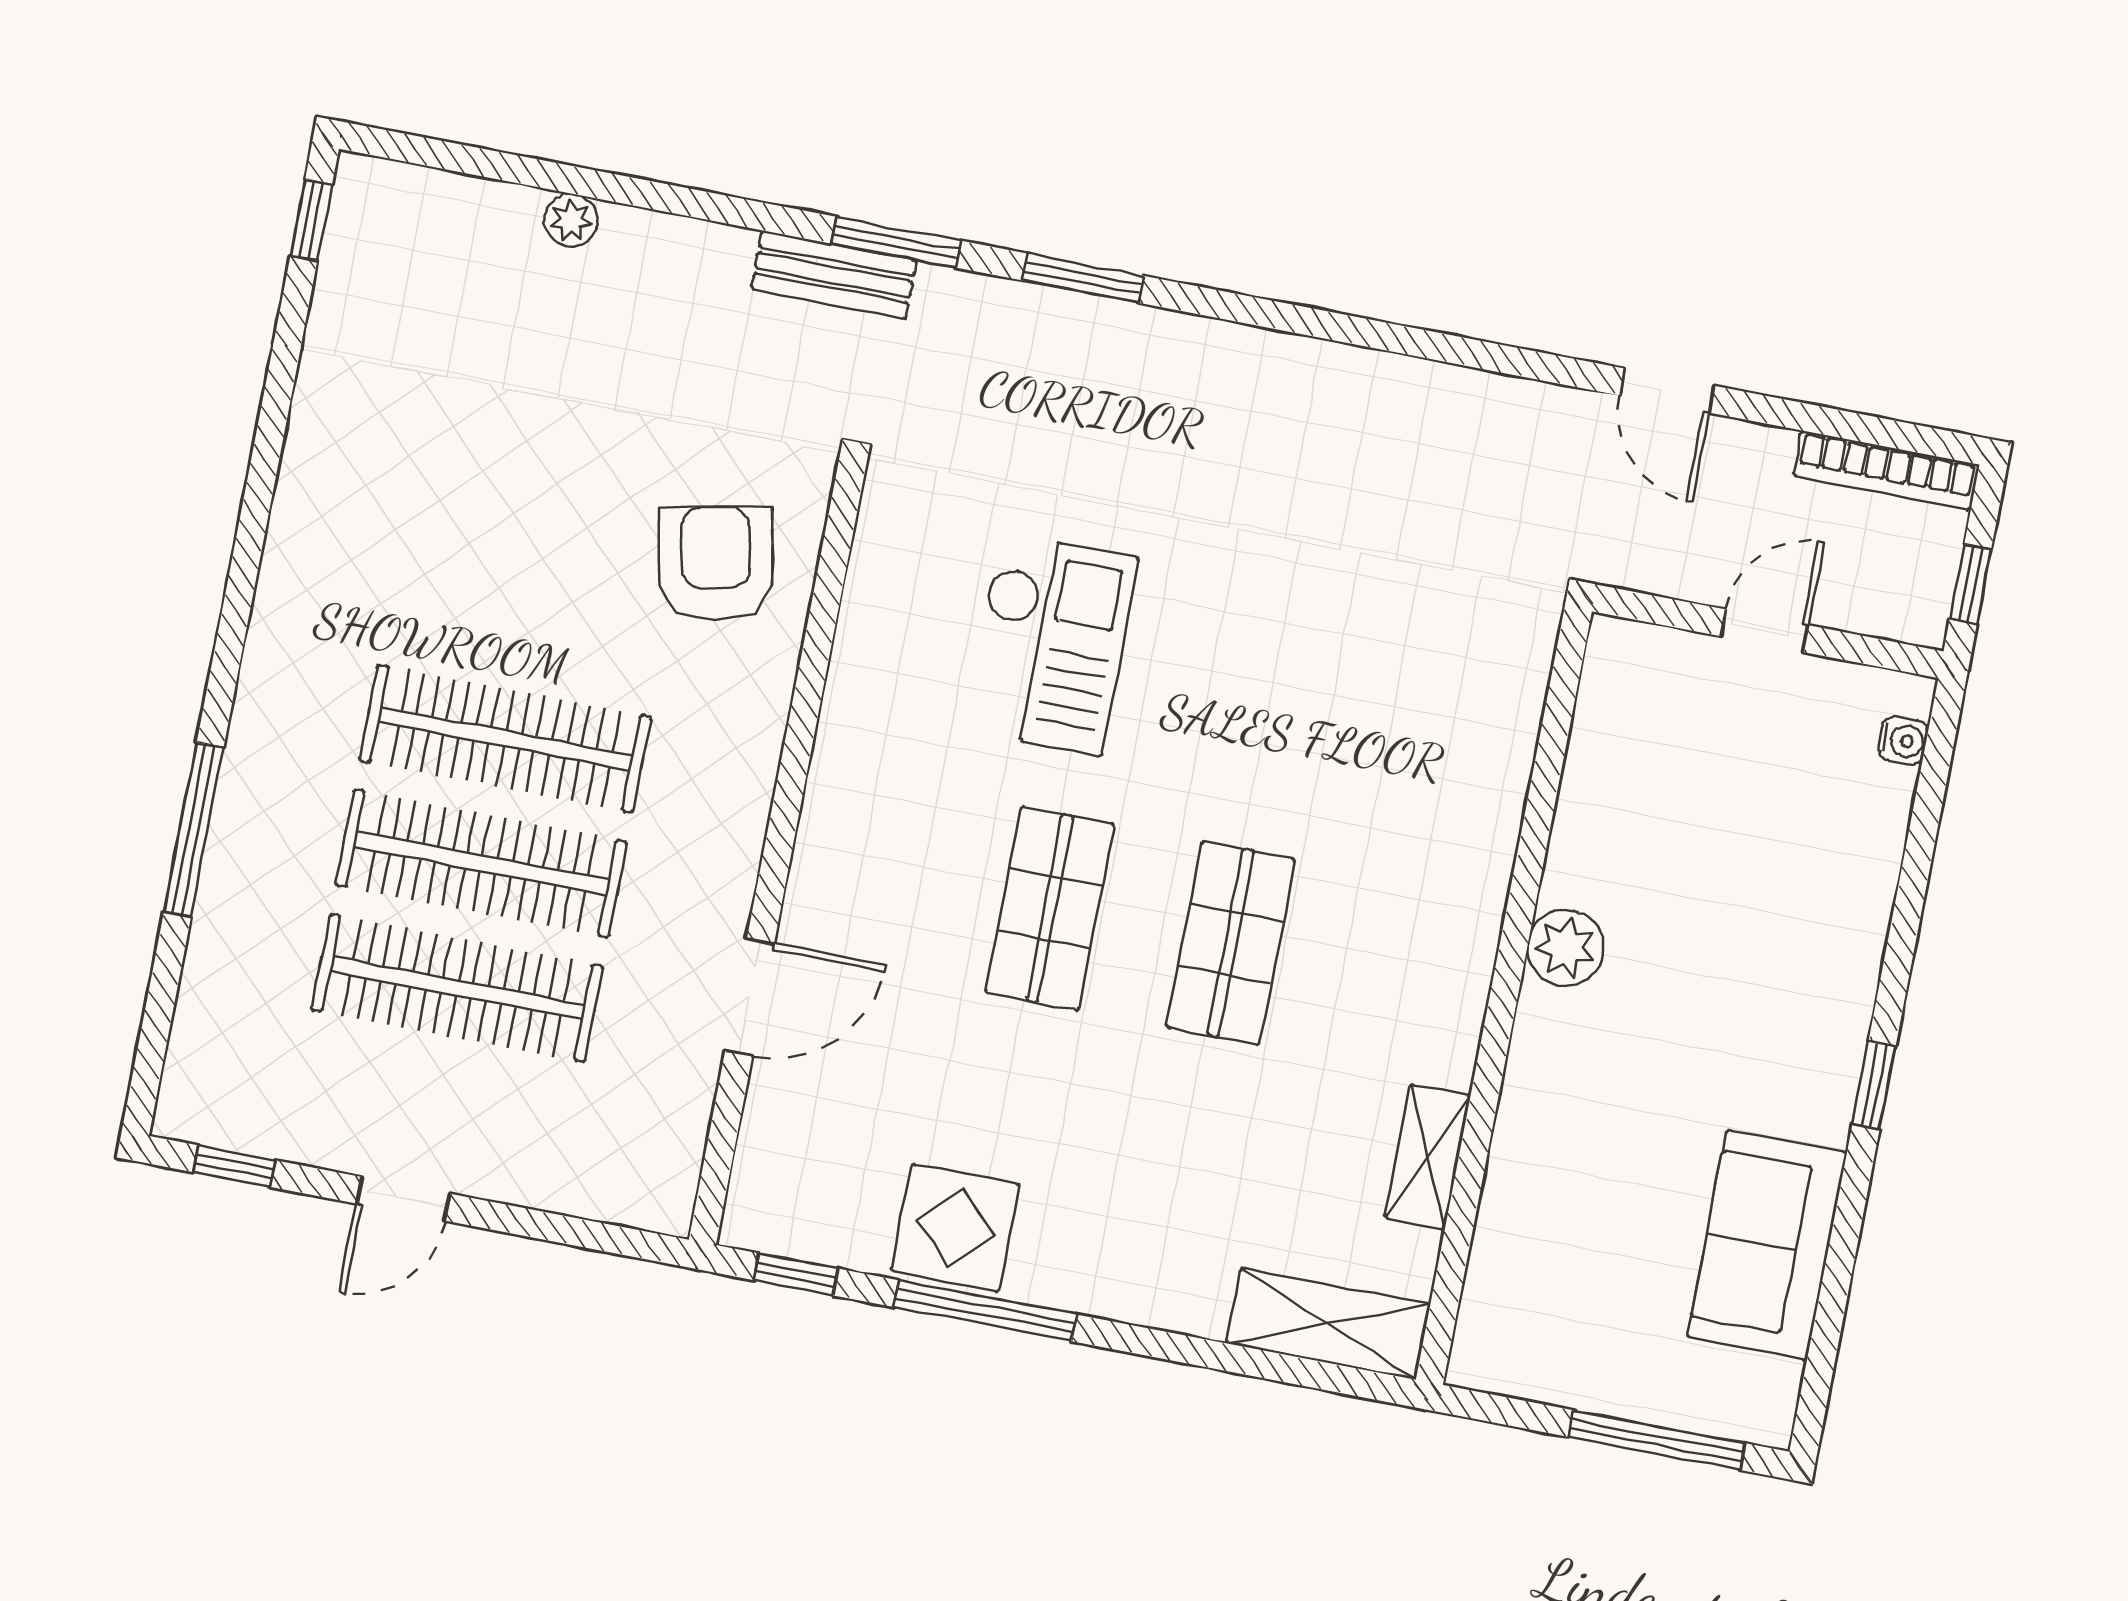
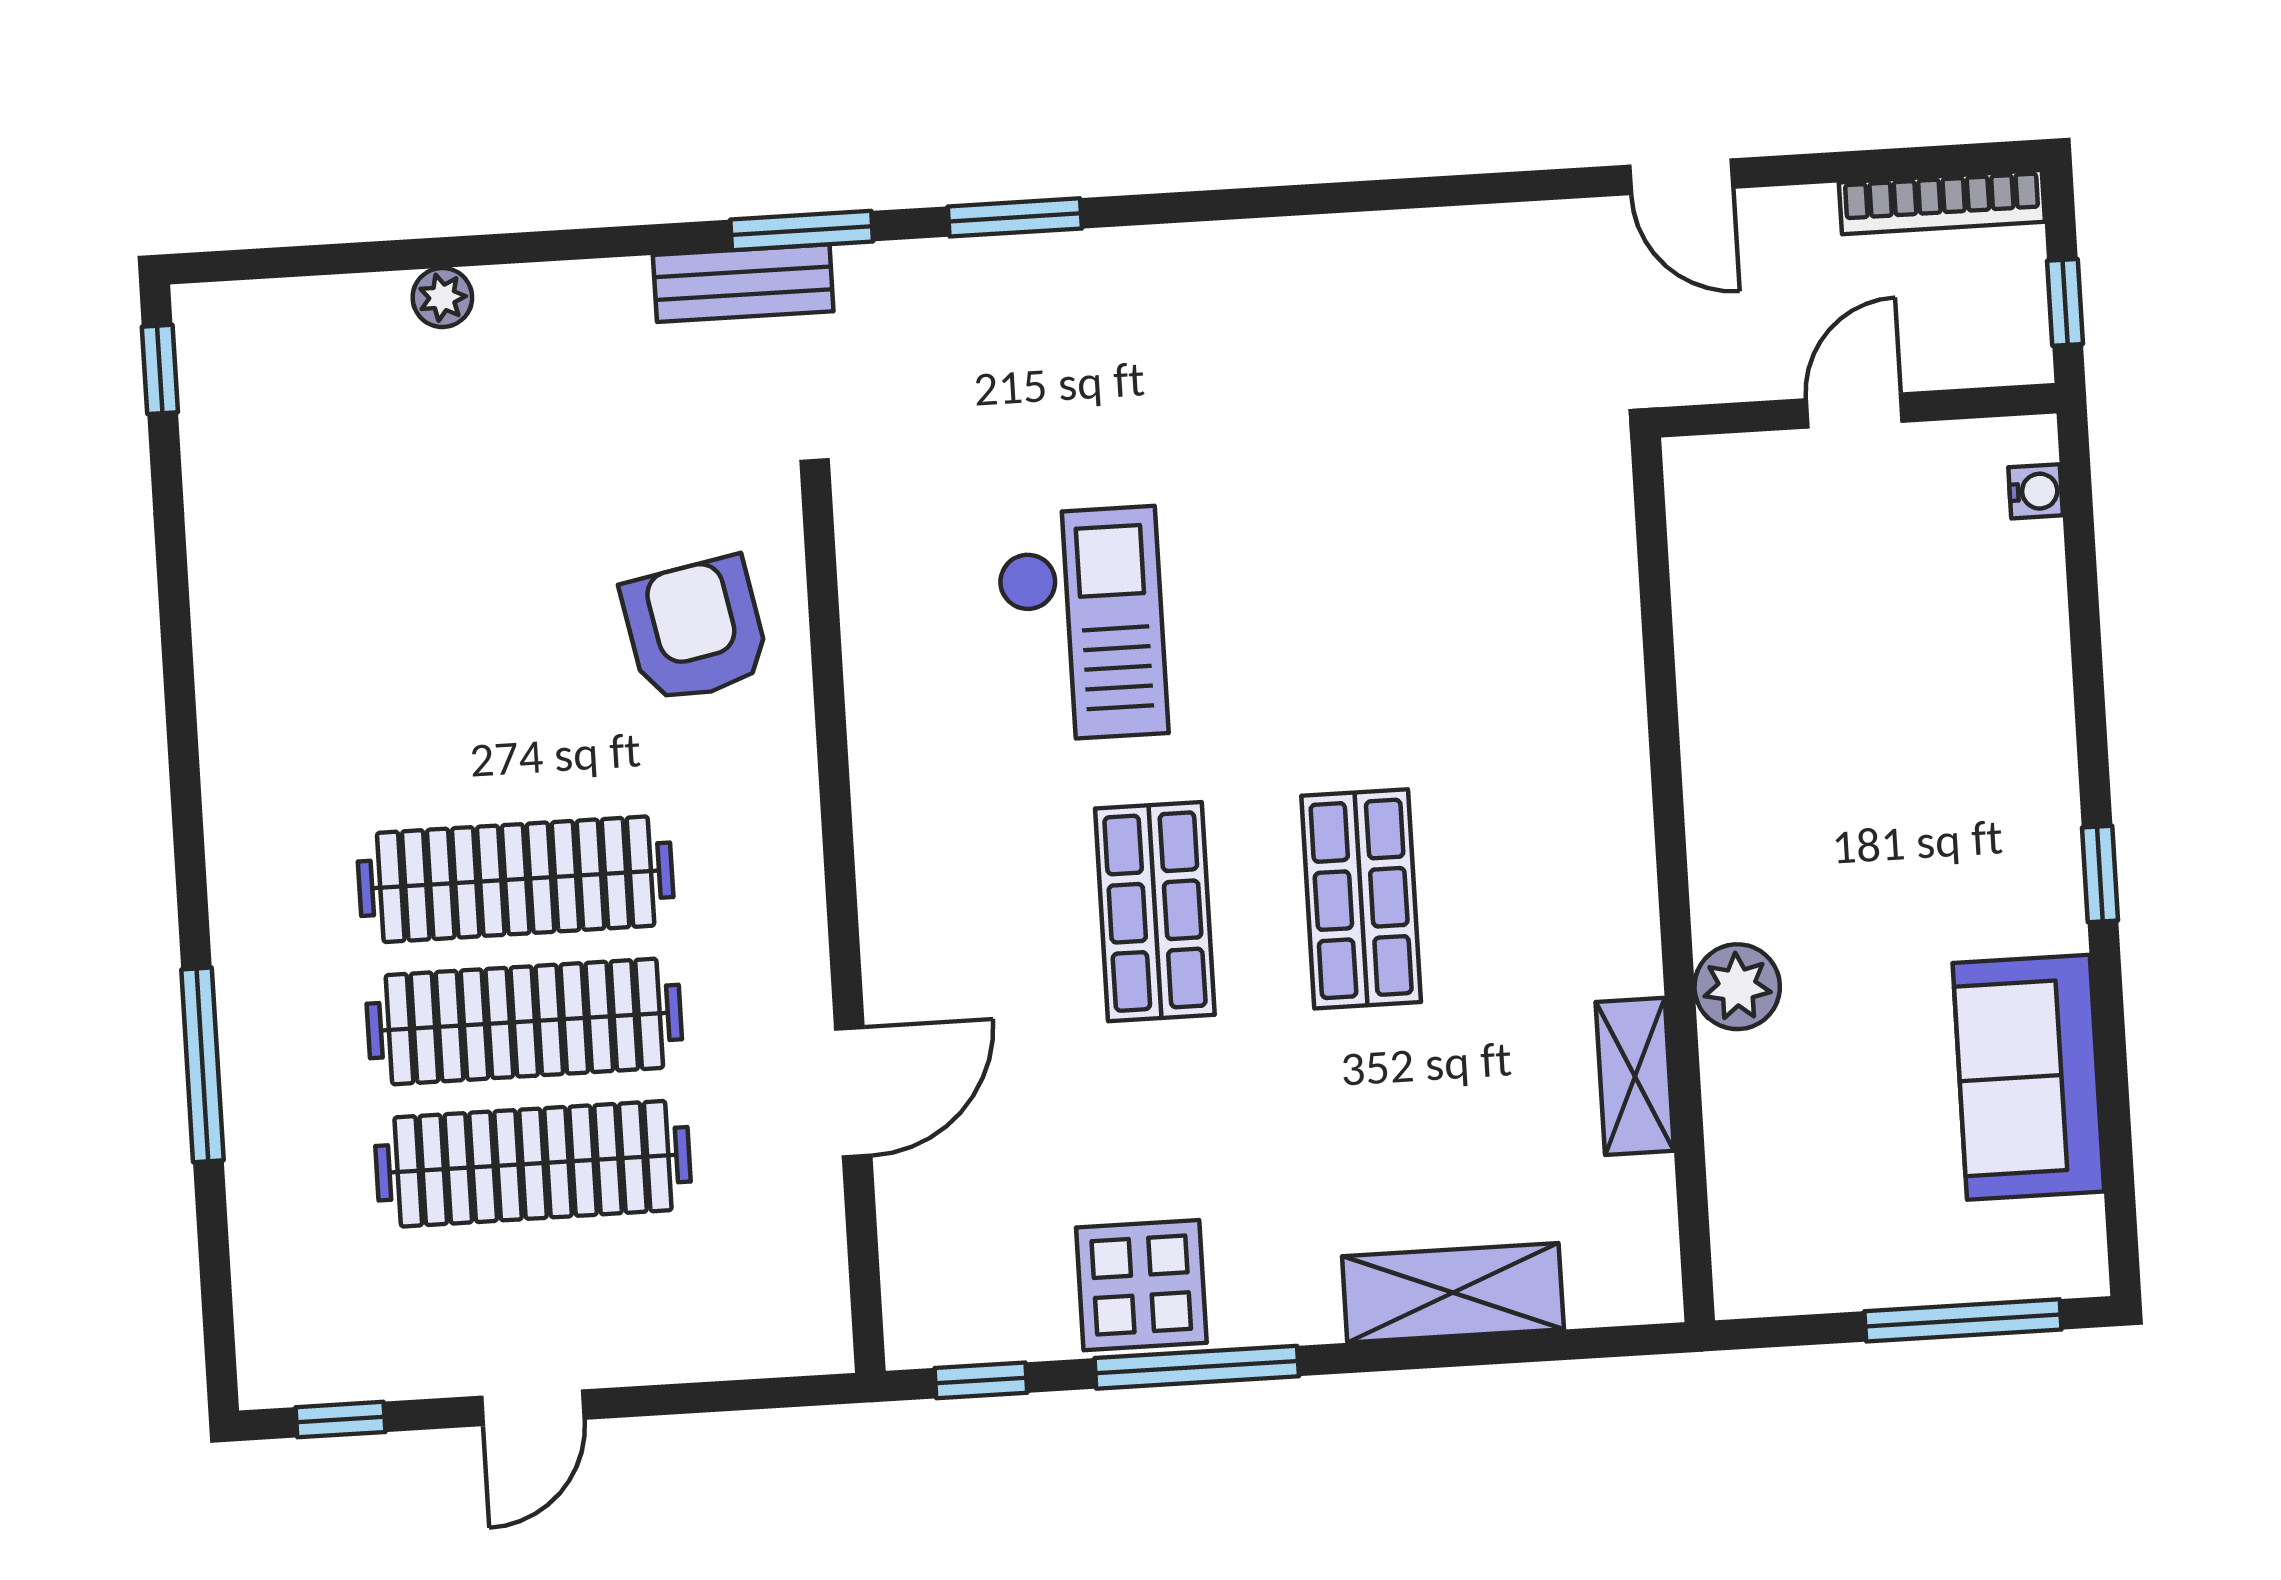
plant: (1566, 948) -> (1737, 987), moved
shelving: (1328, 1324) -> (1453, 1293), moved

